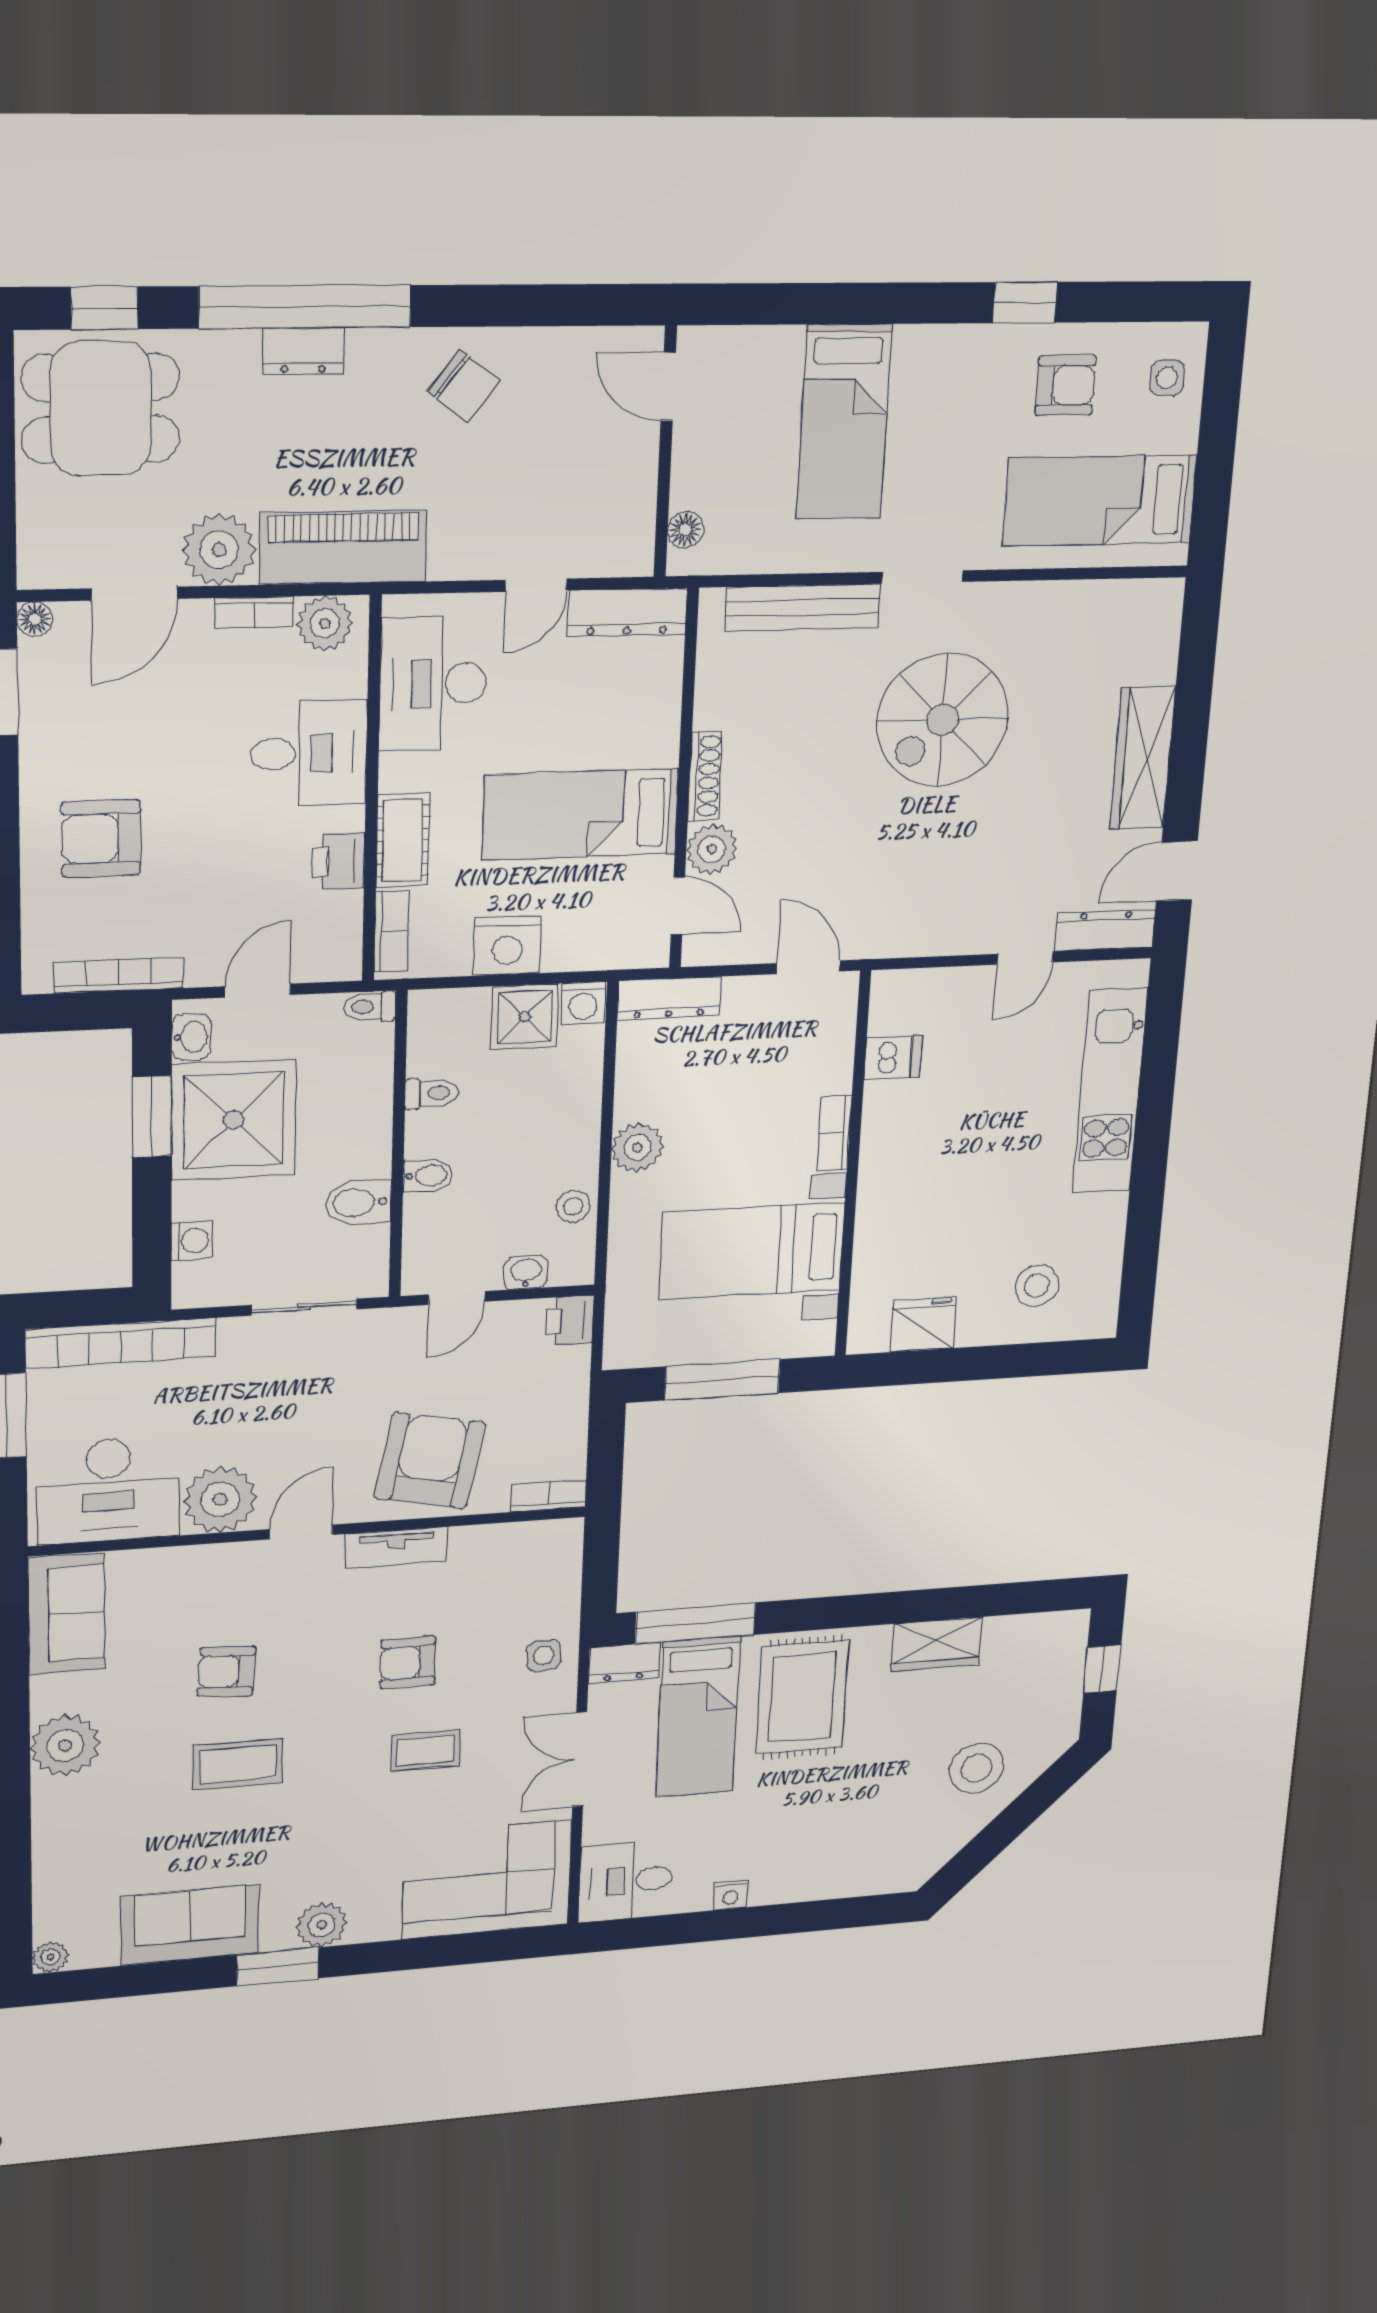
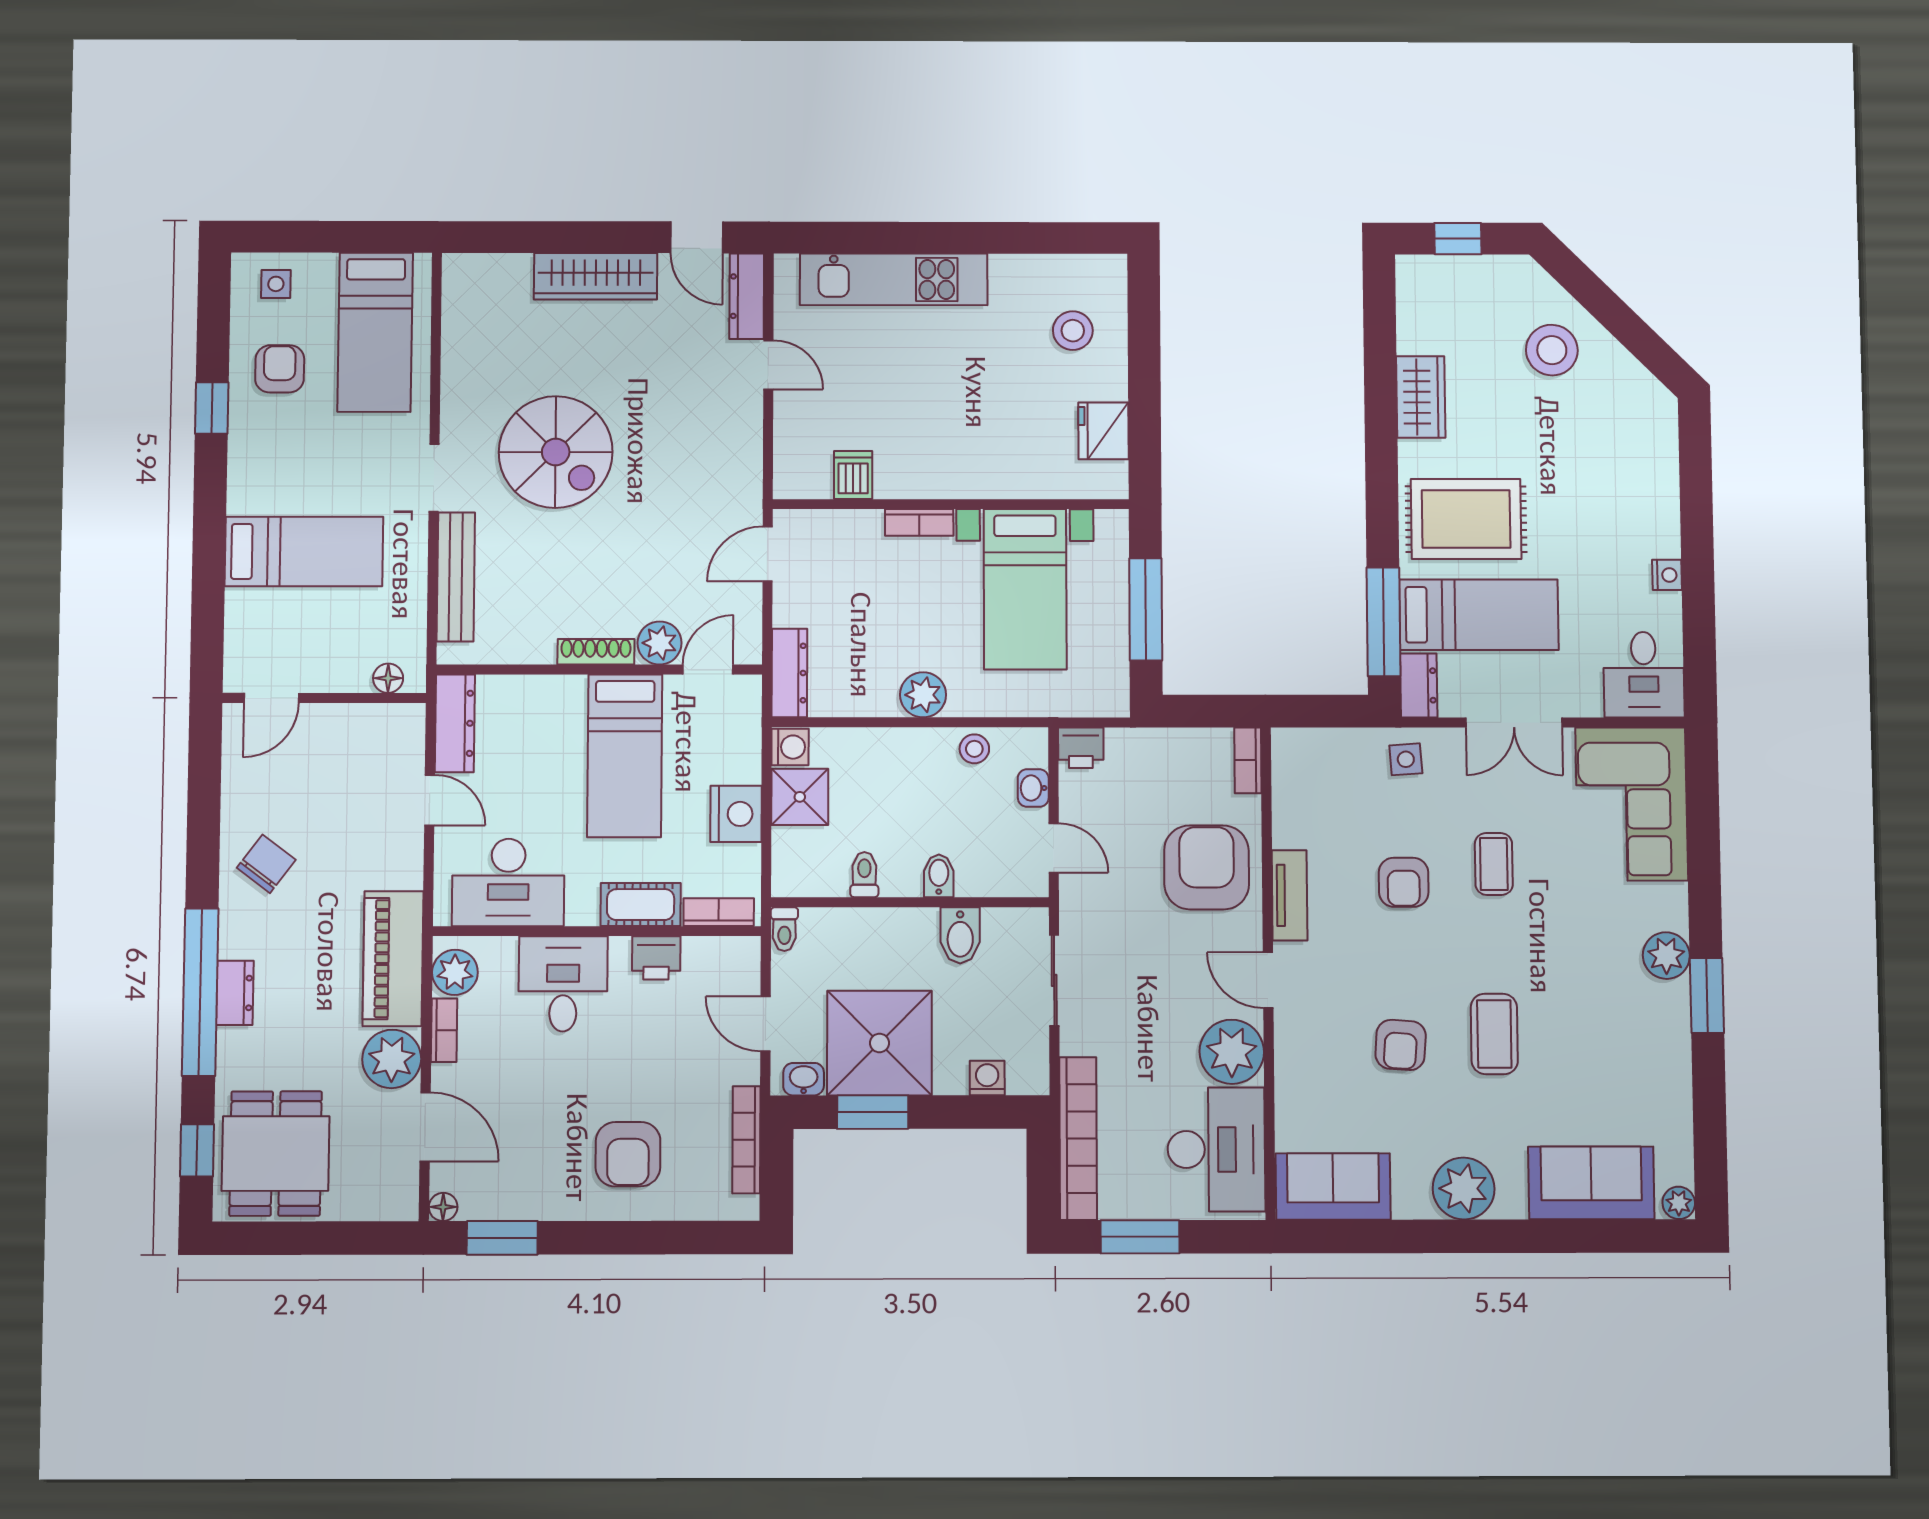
armchair: (430, 1460) -> (1207, 867), turned 79
sofa: (190, 1925) -> (1591, 1183), moved, turned 90

